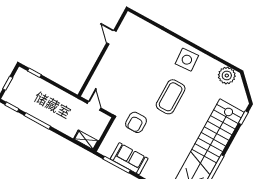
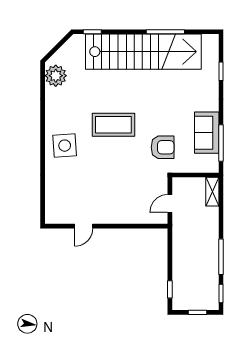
side table: (187, 60) -> (65, 146), moved

